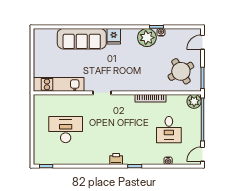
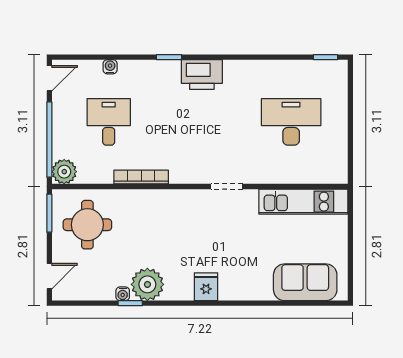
sofa: (82, 39) -> (305, 282), moved, width x0.73
round table: (181, 71) -> (87, 225), turned 31
desk: (66, 130) -> (291, 122), turned 180
printer: (116, 159) -> (202, 74), width x1.87, depth x1.48

